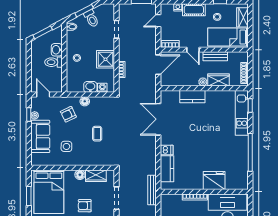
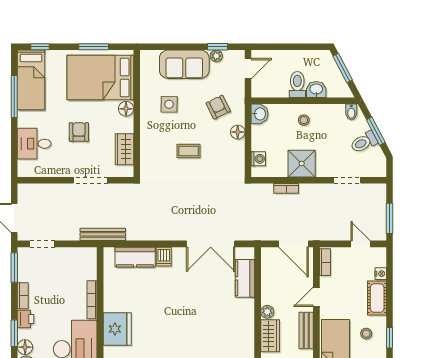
washbasin: (90, 87) -> (260, 114), moved
kitchen counter: (192, 97) -> (245, 278), moved
double door: (158, 119) -> (211, 244), swing flipped
floor lamp: (80, 175) -> (126, 109), moved

